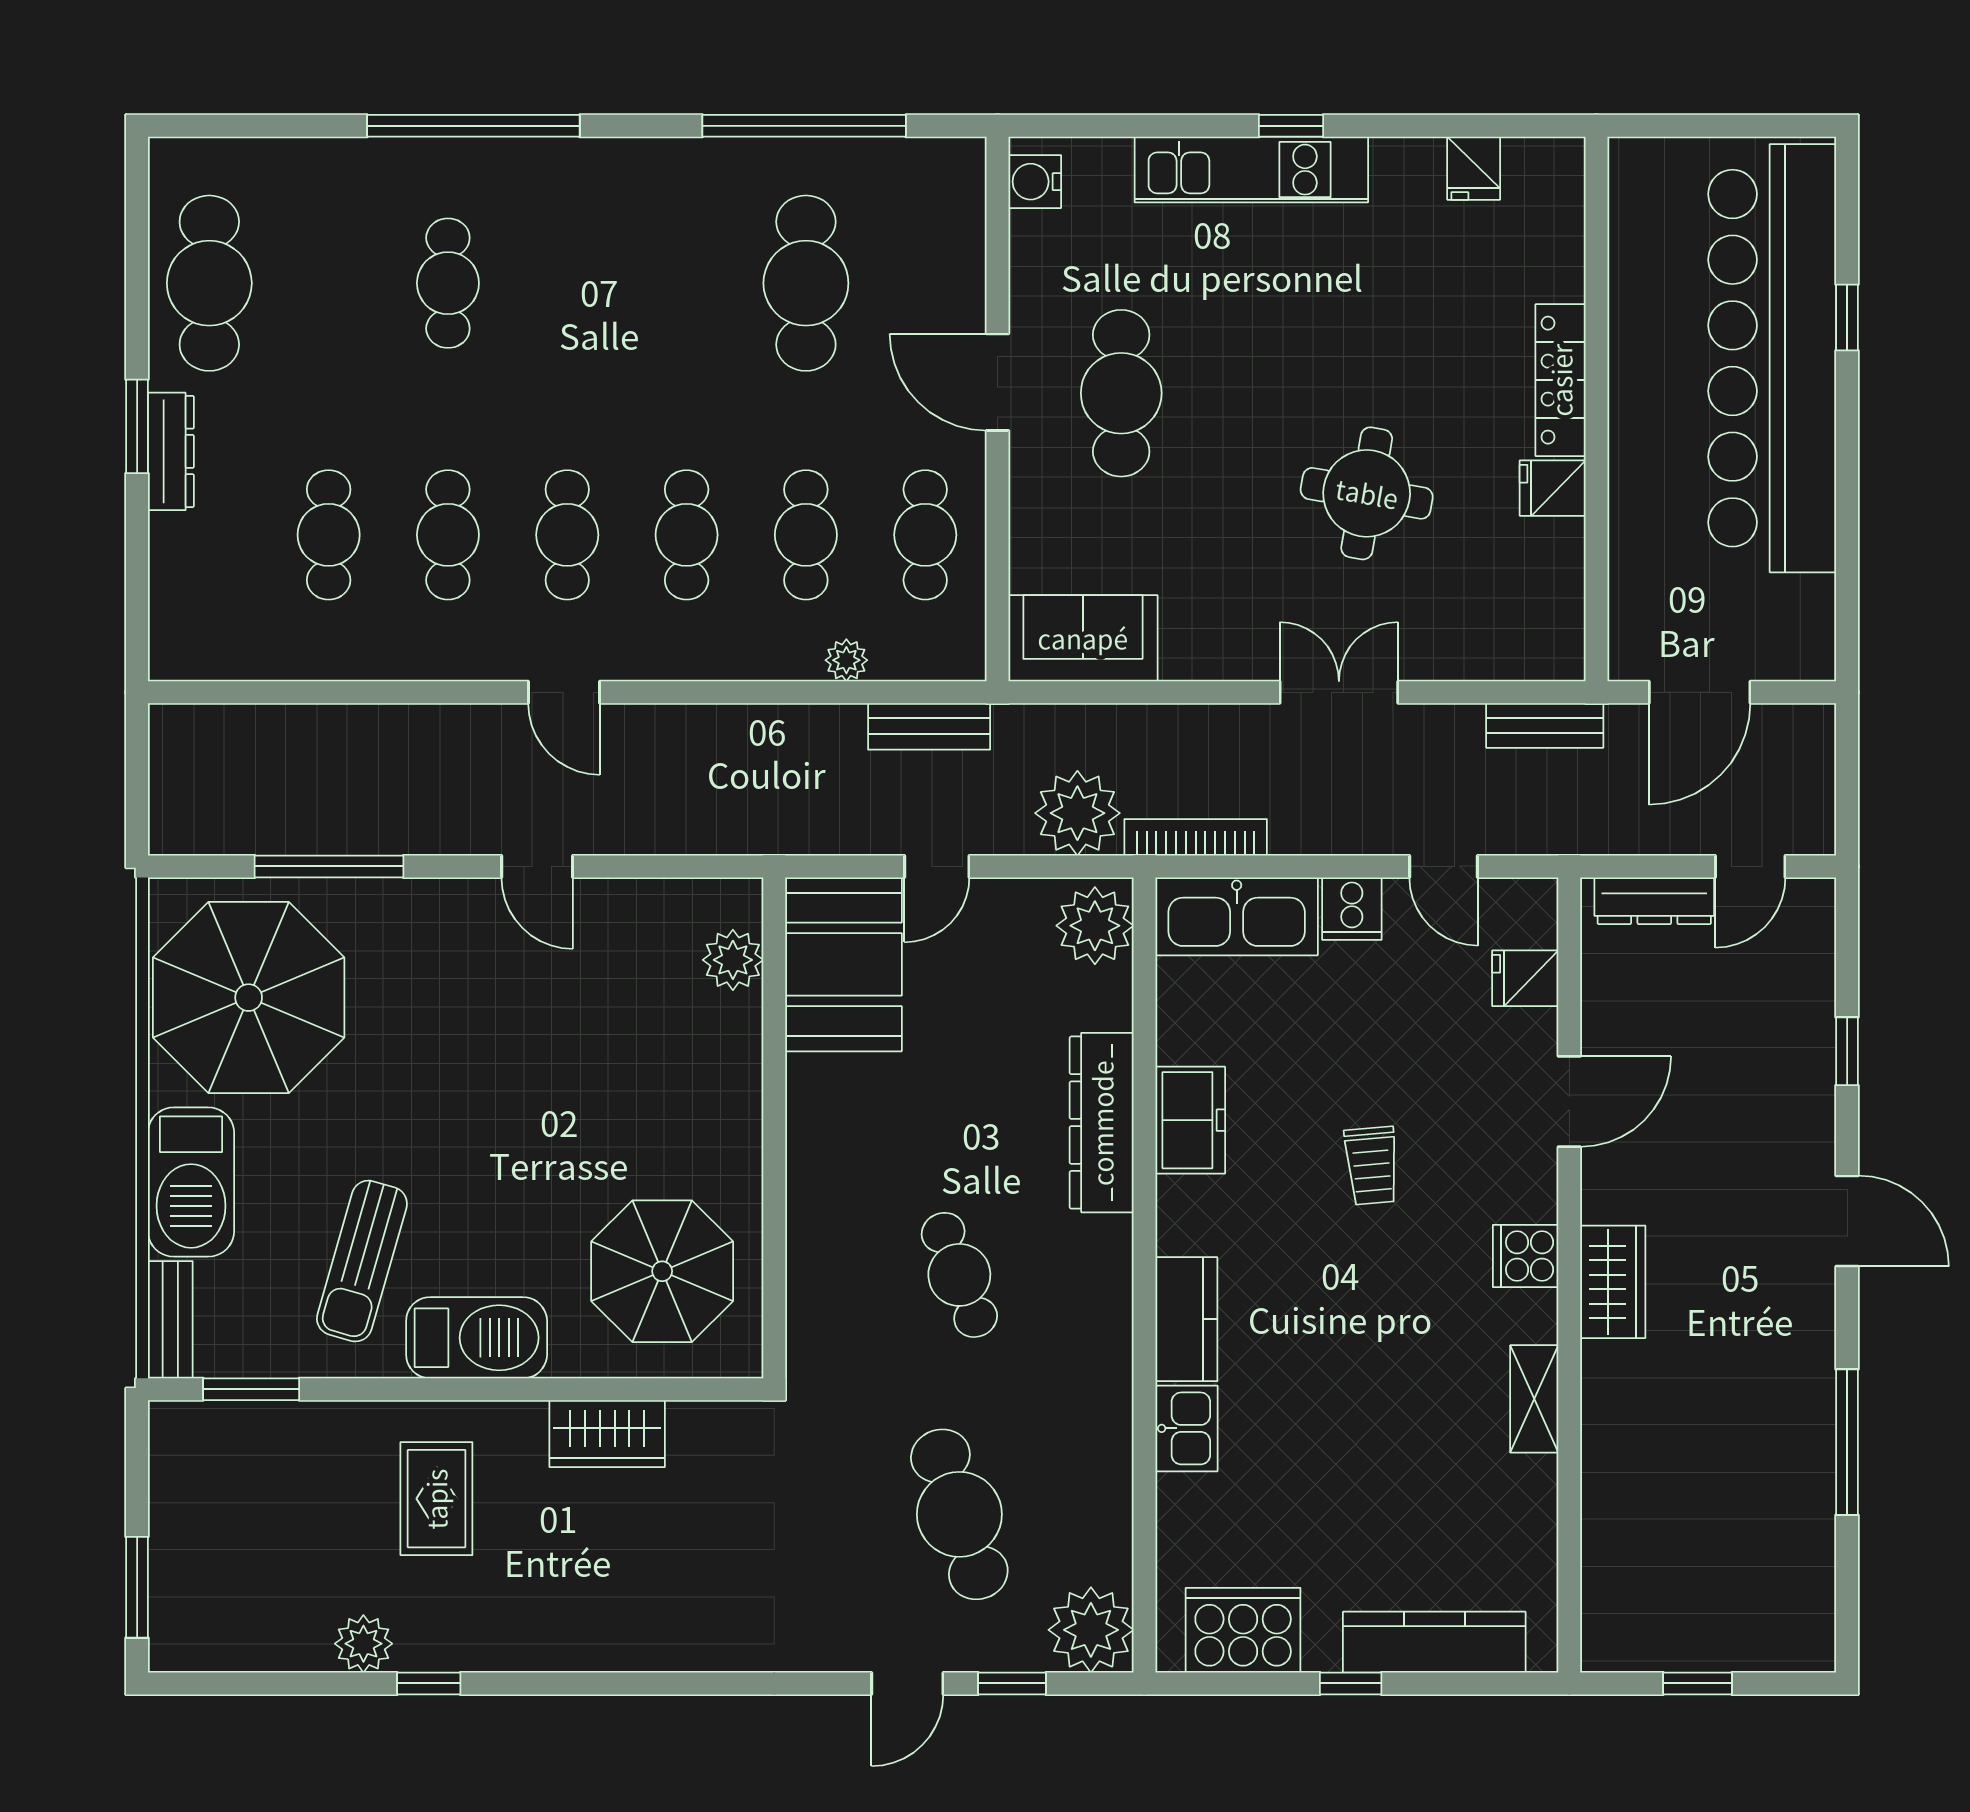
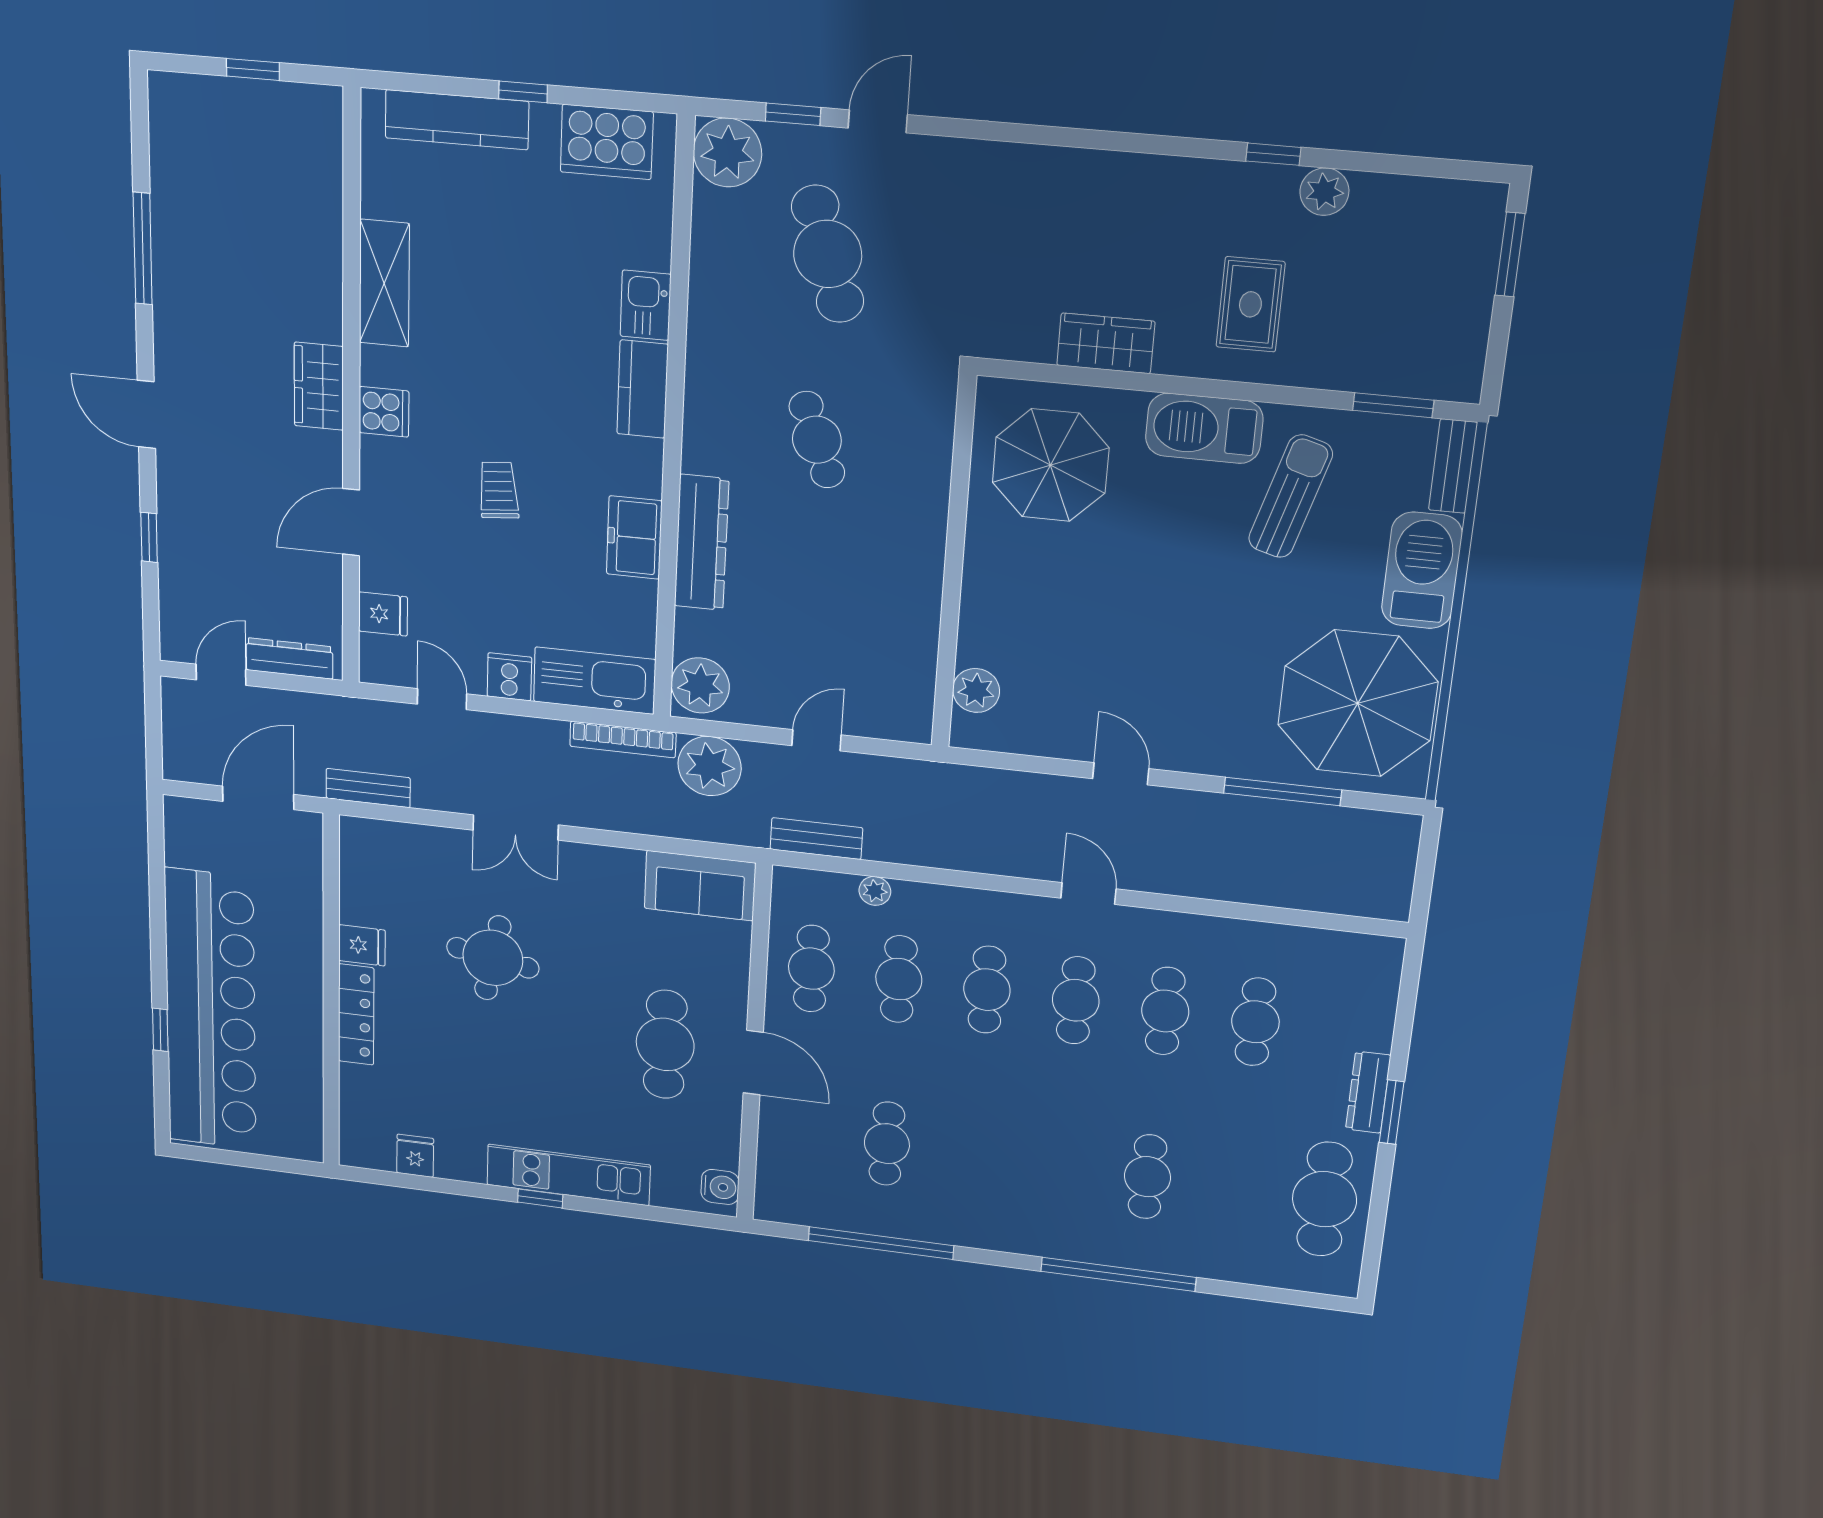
cafe table: (806, 283) -> (887, 1144), width x0.73, depth x0.74
booth: (843, 964) -> (892, 678), removed
shelving: (1534, 1399) -> (384, 283), width x1.50, depth x1.33

